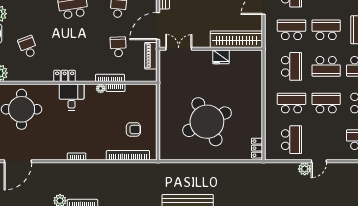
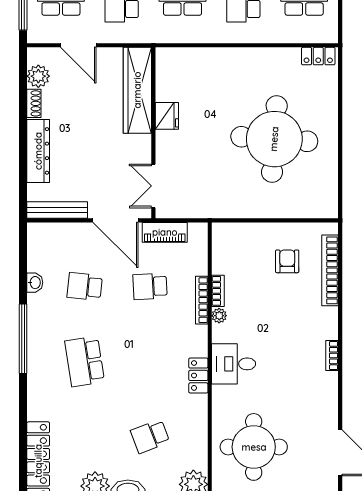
round table: (207, 122) -> (274, 139), turned 30

